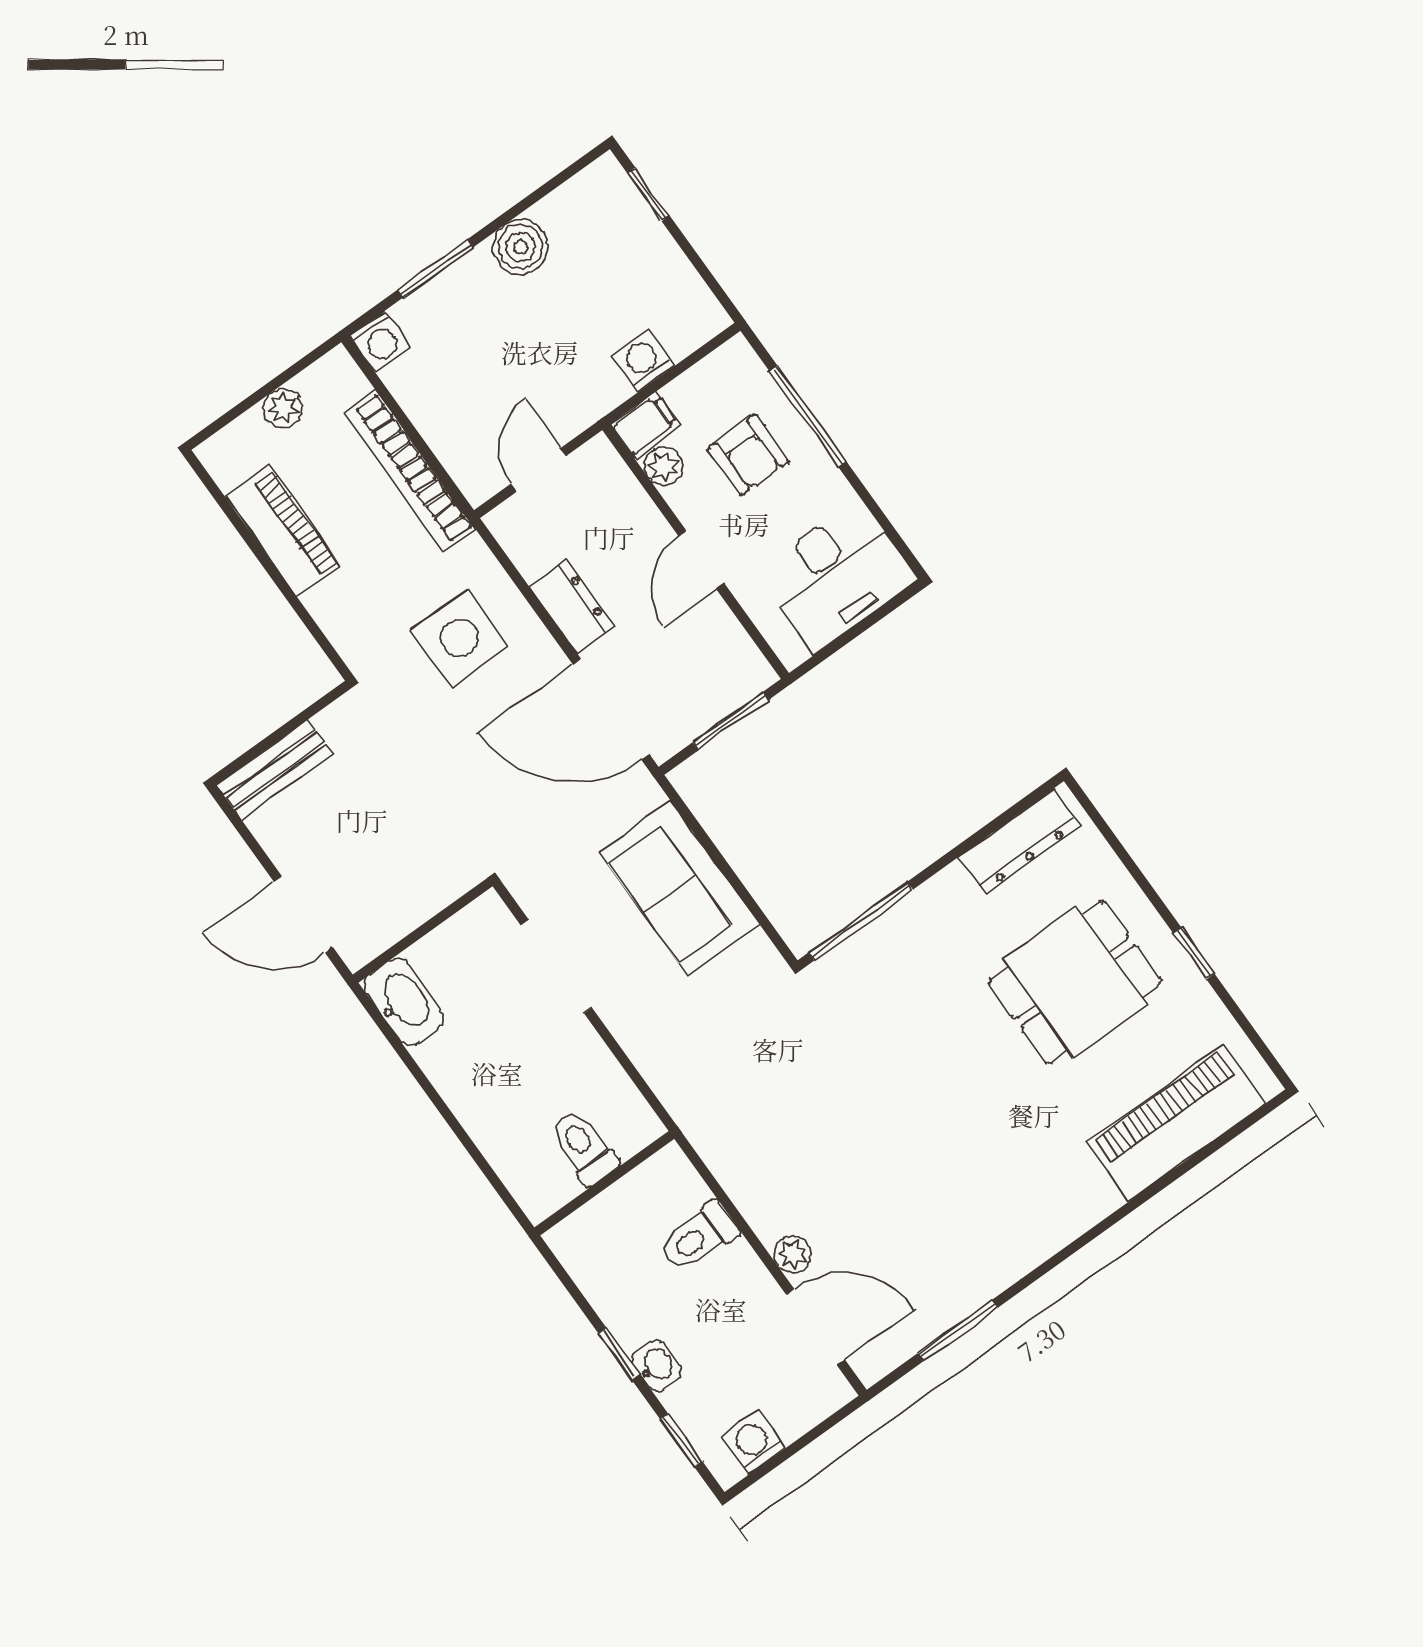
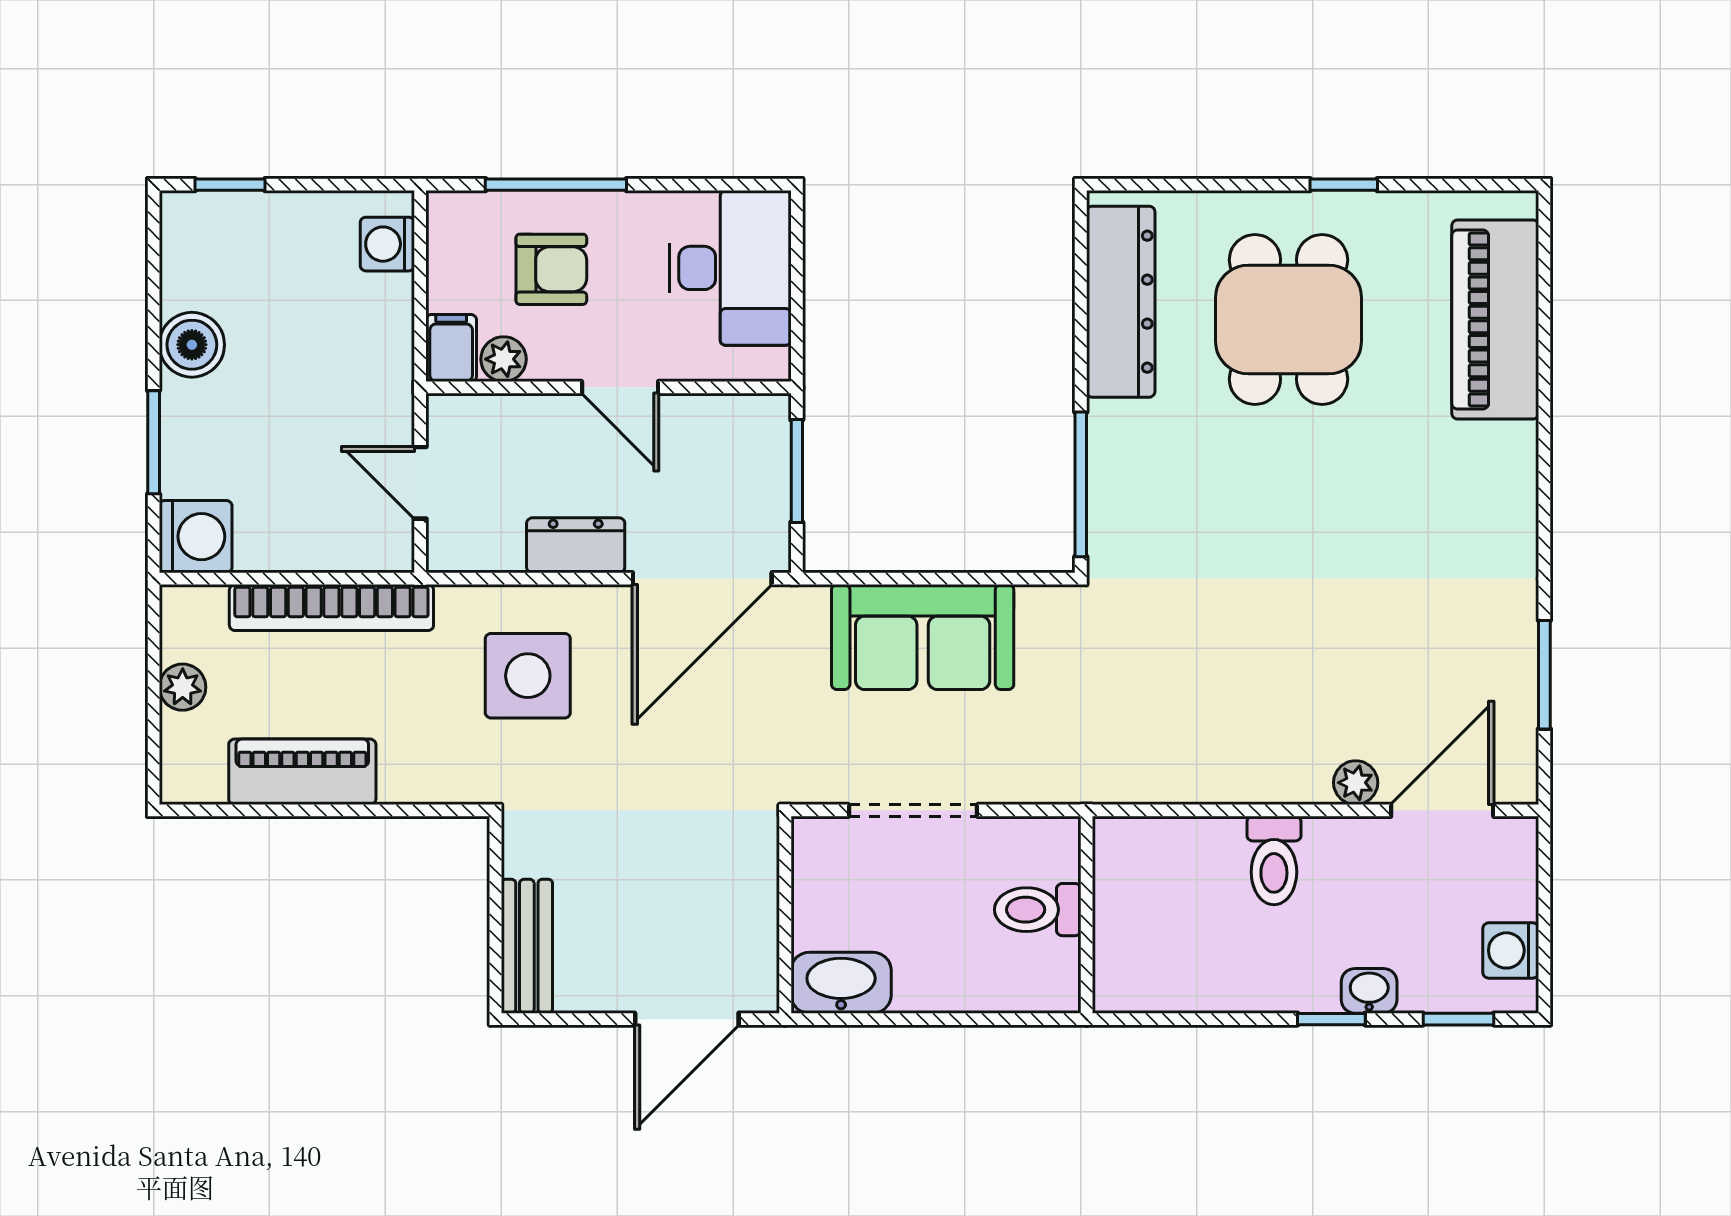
washing machine: (380, 341) -> (196, 537), width x1.38, depth x1.38
washing machine: (643, 361) -> (387, 244), moved
dresser: (1019, 842) -> (1121, 302), width x1.37, depth x1.24
toilet: (584, 1147) -> (1038, 910), moved
wall: (604, 1183) -> (1087, 915), moved

